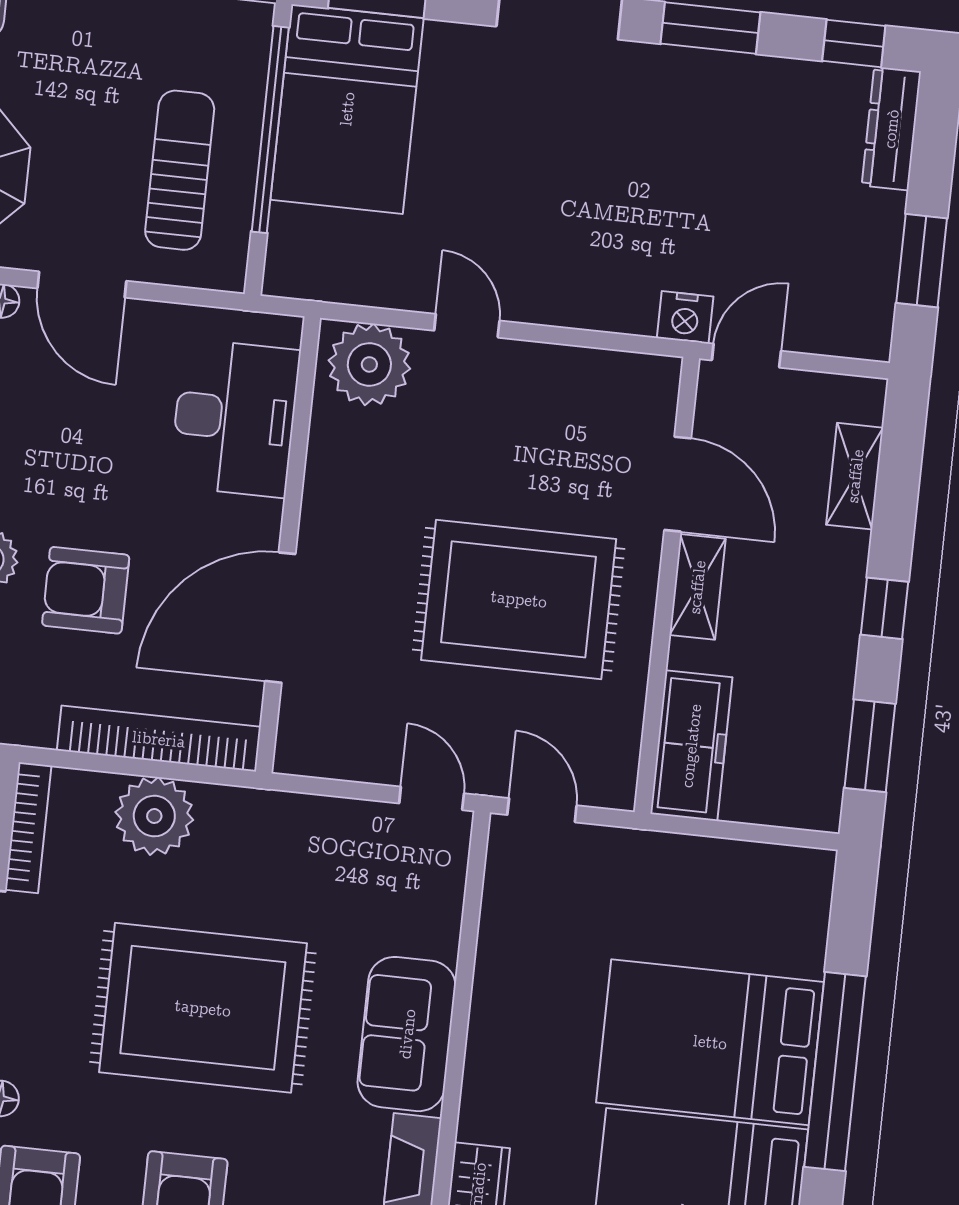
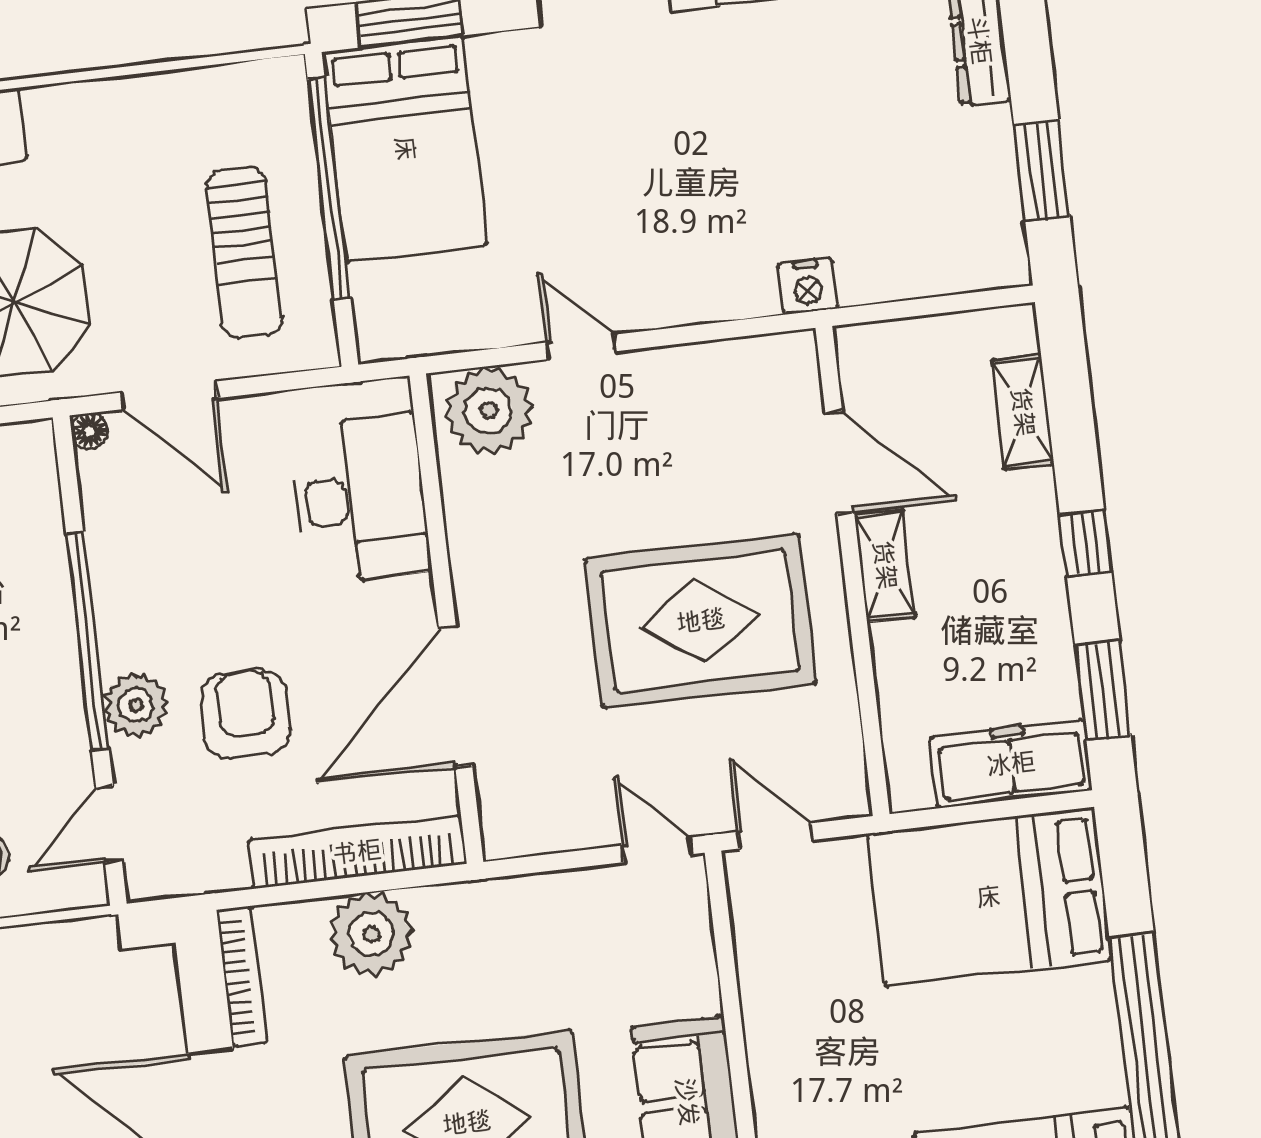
sun lounger: (180, 170) -> (244, 252), turned 180
door: (746, 356) -> (881, 312), removed
armchair: (86, 590) -> (246, 714), turned 90
freezer: (691, 746) -> (1011, 764), moved, turned -90
bed: (710, 1042) -> (989, 897), moved

